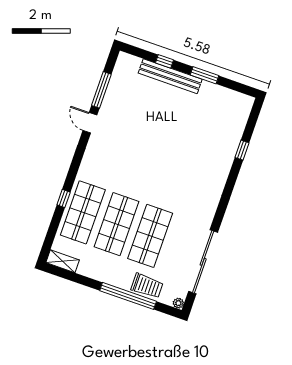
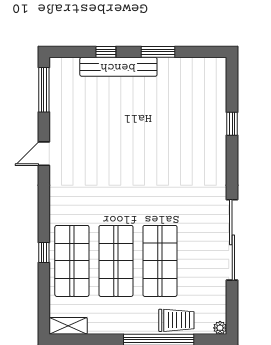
window: (101, 90) -> (44, 90), moved
door: (90, 123) -> (44, 154), hinge flipped
sliding door: (203, 262) -> (232, 240), moved

